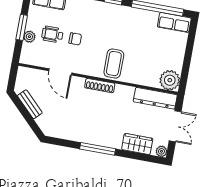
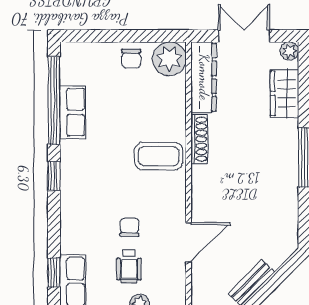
row of seats: (174, 22) -> (73, 112), moved
chair: (174, 58) -> (131, 58), added
shoe rack: (100, 86) -> (199, 139), moved

